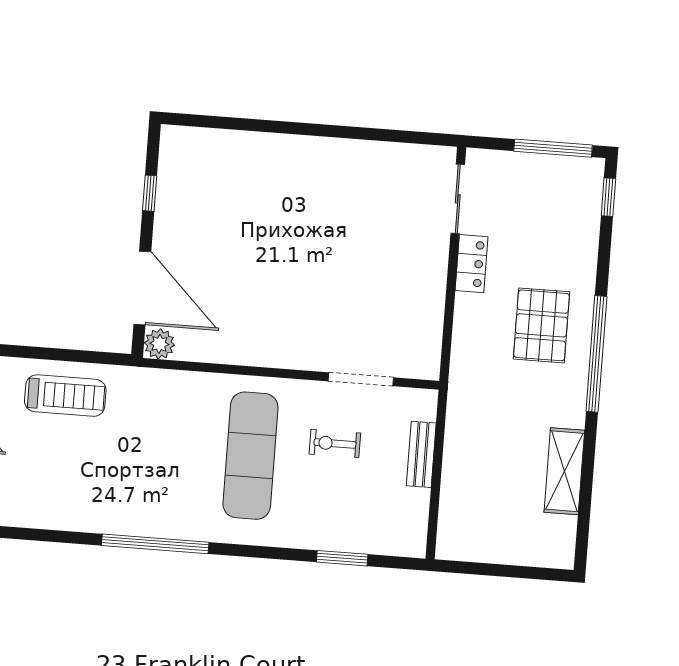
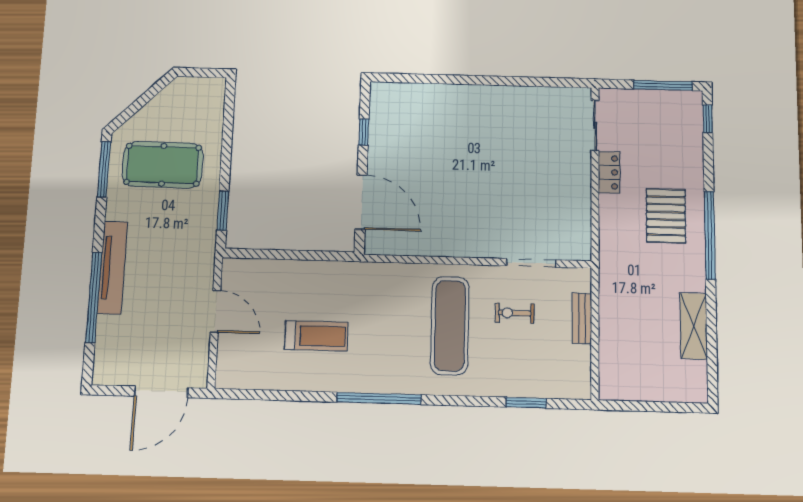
plant: (159, 344) -> (376, 243), removed
treadmill: (65, 396) -> (316, 336), moved

